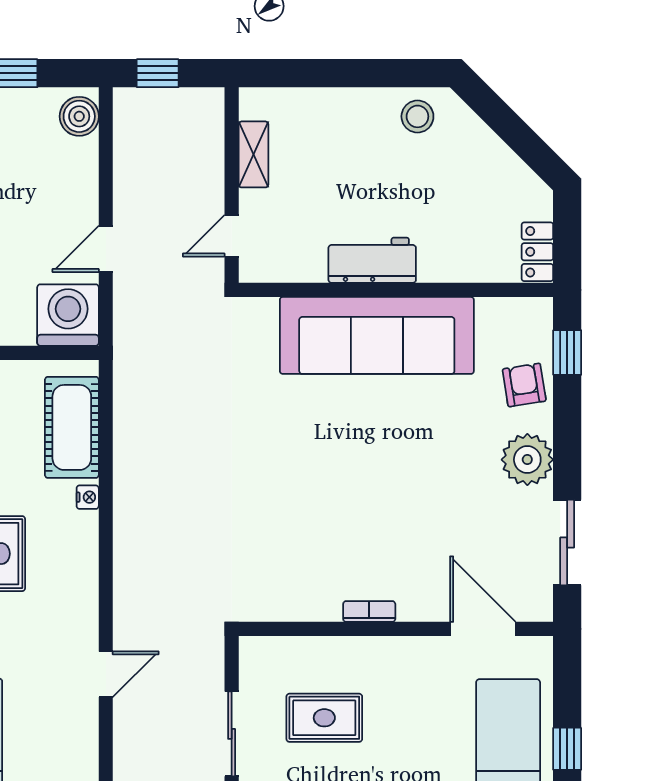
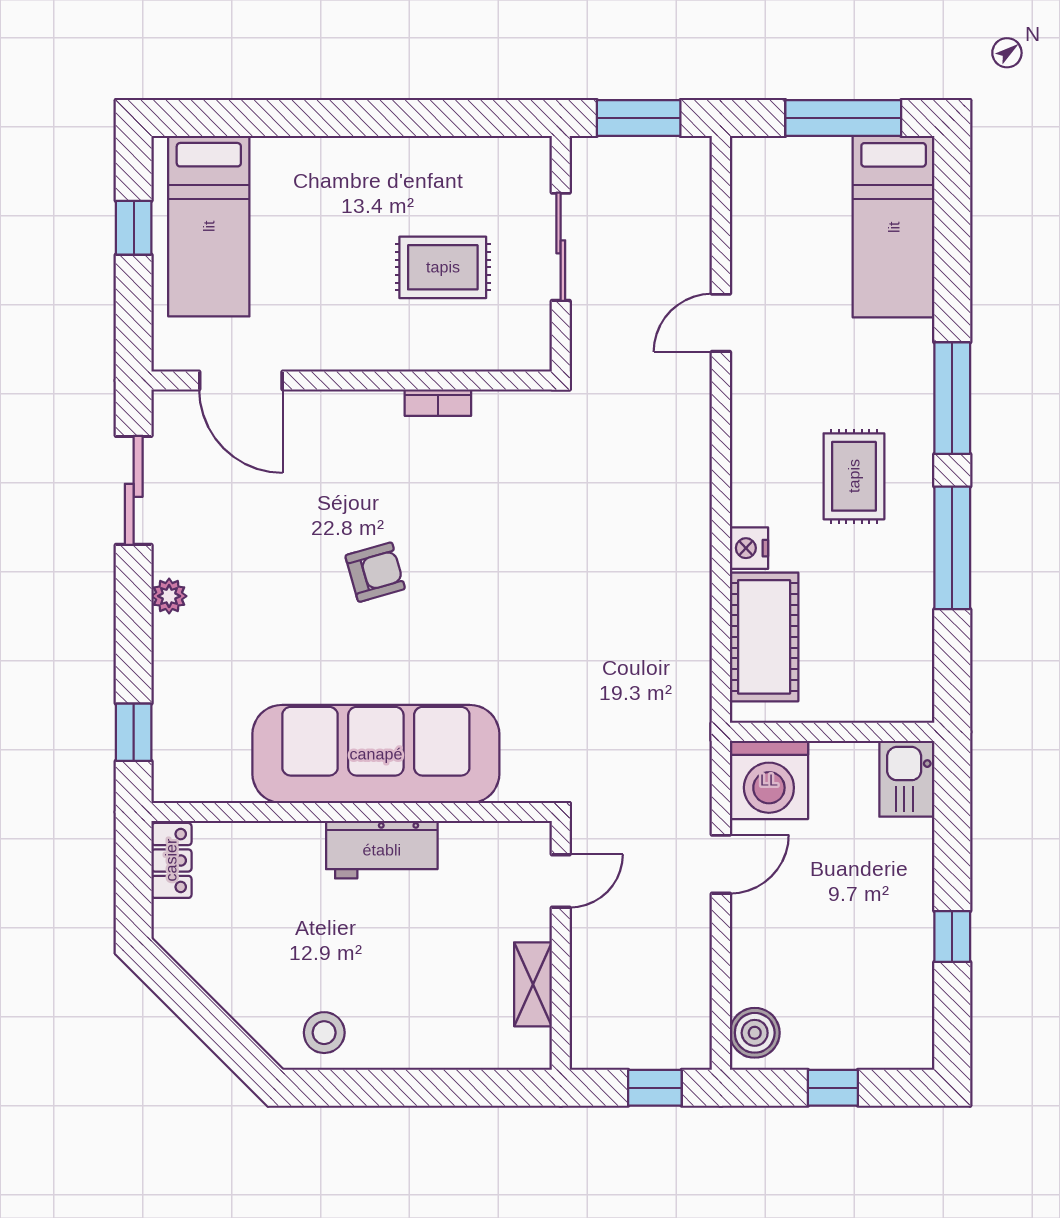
armchair: (524, 385) -> (375, 572), moved, turned -97
plant: (527, 460) -> (169, 596), width x0.53, depth x0.53
nightstand: (88, 497) -> (749, 548), width x1.39, depth x1.35
bookcase: (369, 612) -> (438, 403), moved

